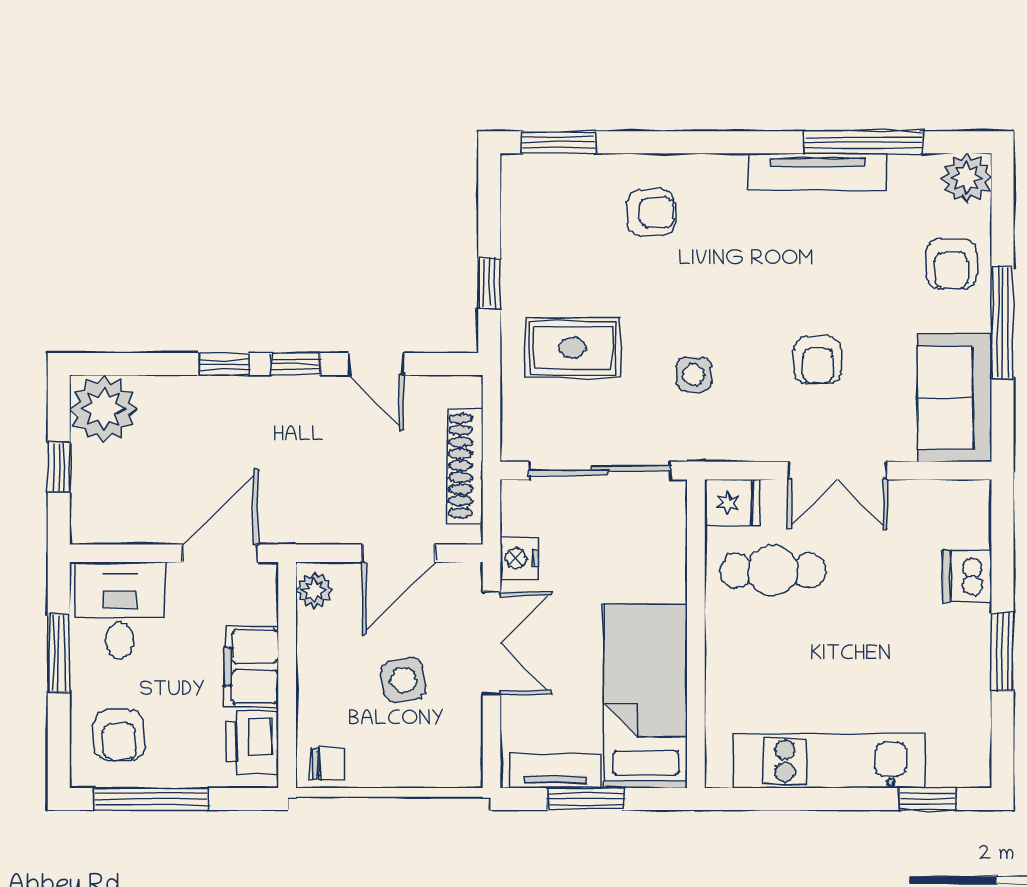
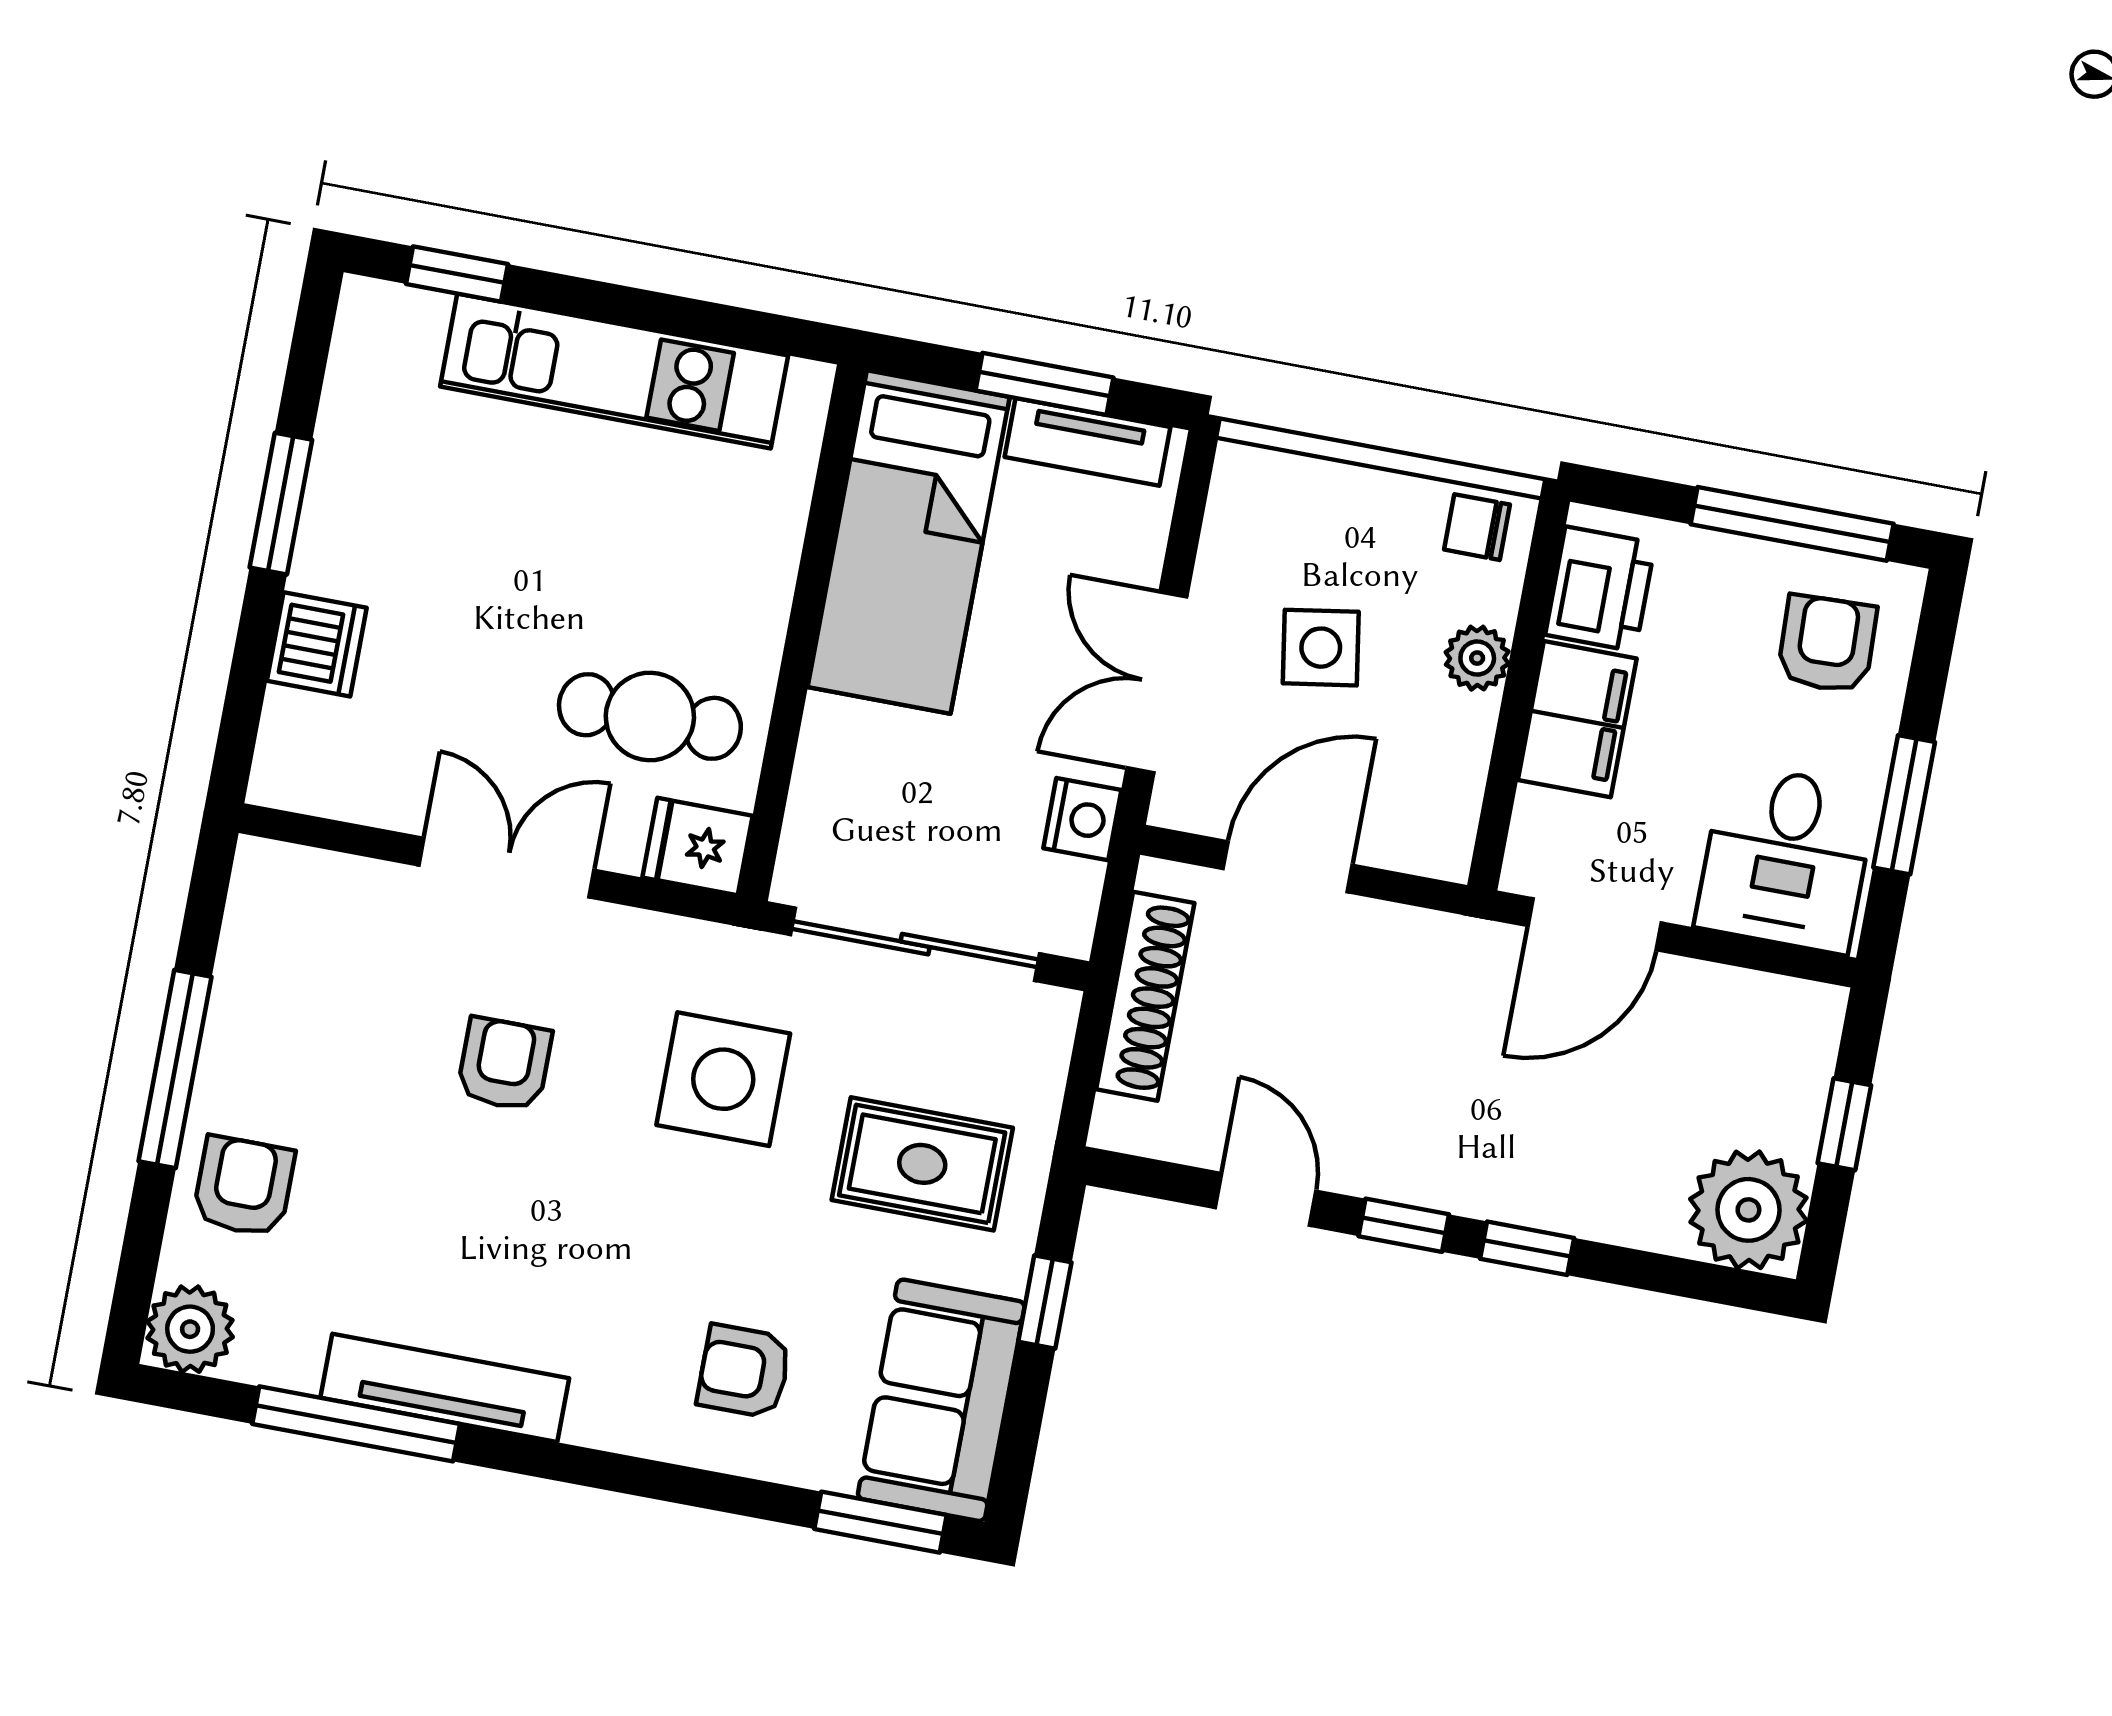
side table: (693, 375) -> (723, 1079), width x1.87, depth x1.87
sofa: (955, 398) -> (941, 1400), moved, turned 180
plant: (314, 590) -> (1477, 658), moved

